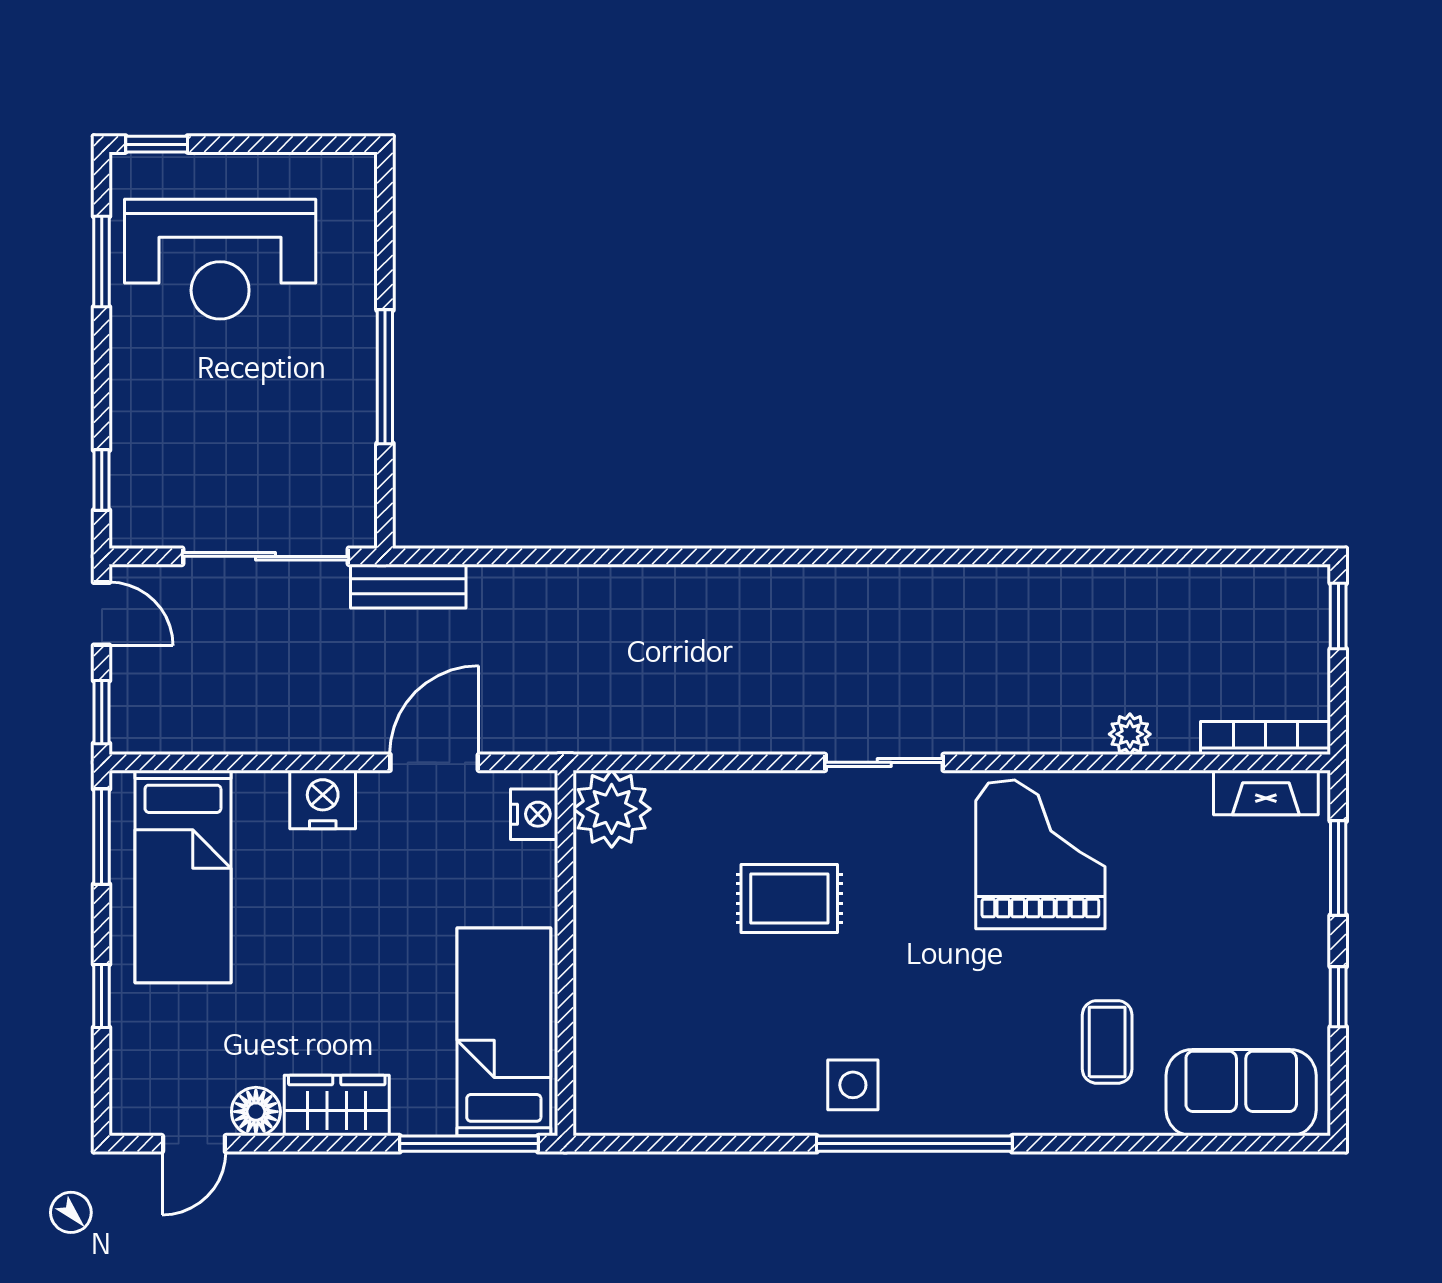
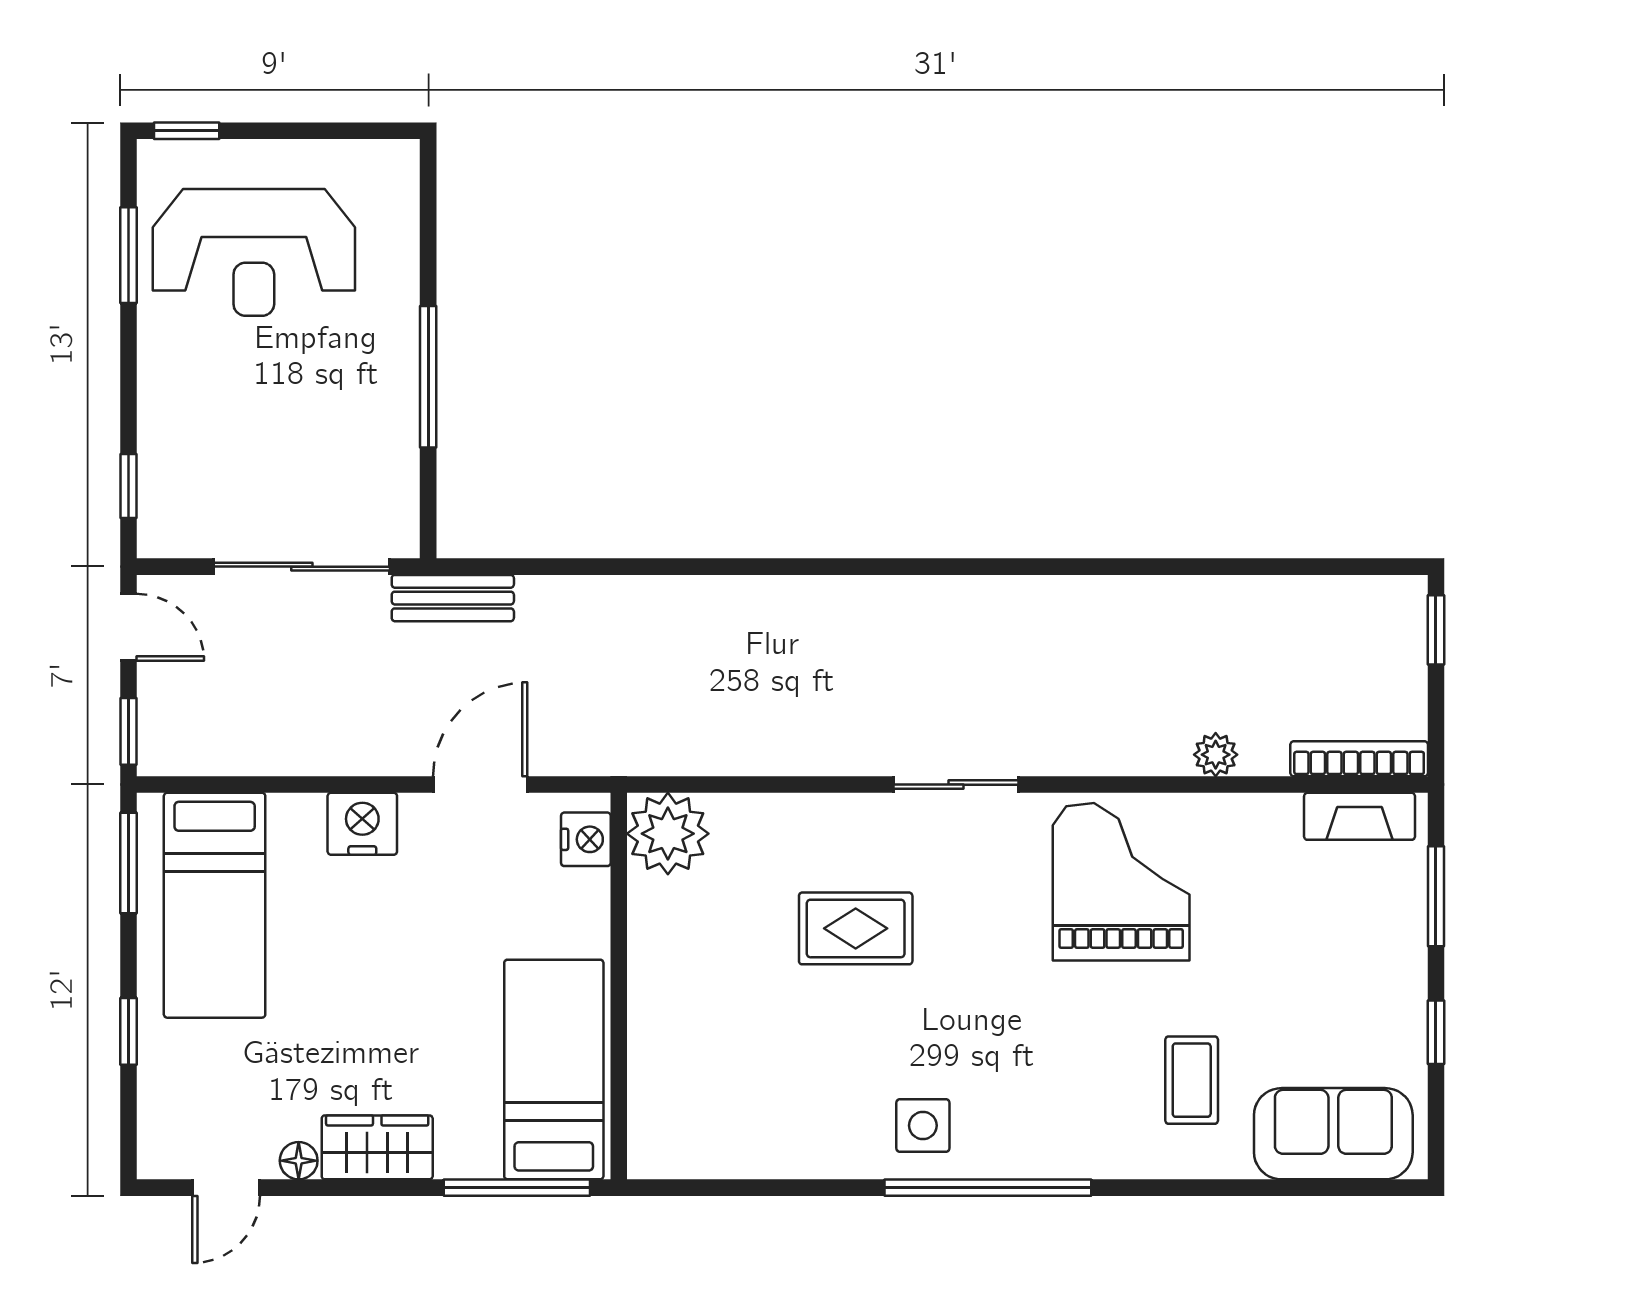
floor lamp: (256, 1112) -> (299, 1161), width x0.73, depth x0.73

